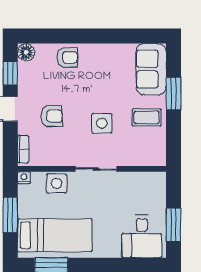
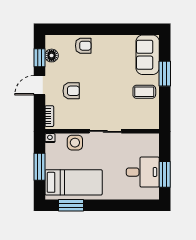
floor lamp: (26, 52) -> (52, 56), moved
side table: (102, 123) -> (110, 96), removed
desk: (142, 237) -> (143, 172), moved, turned -90

